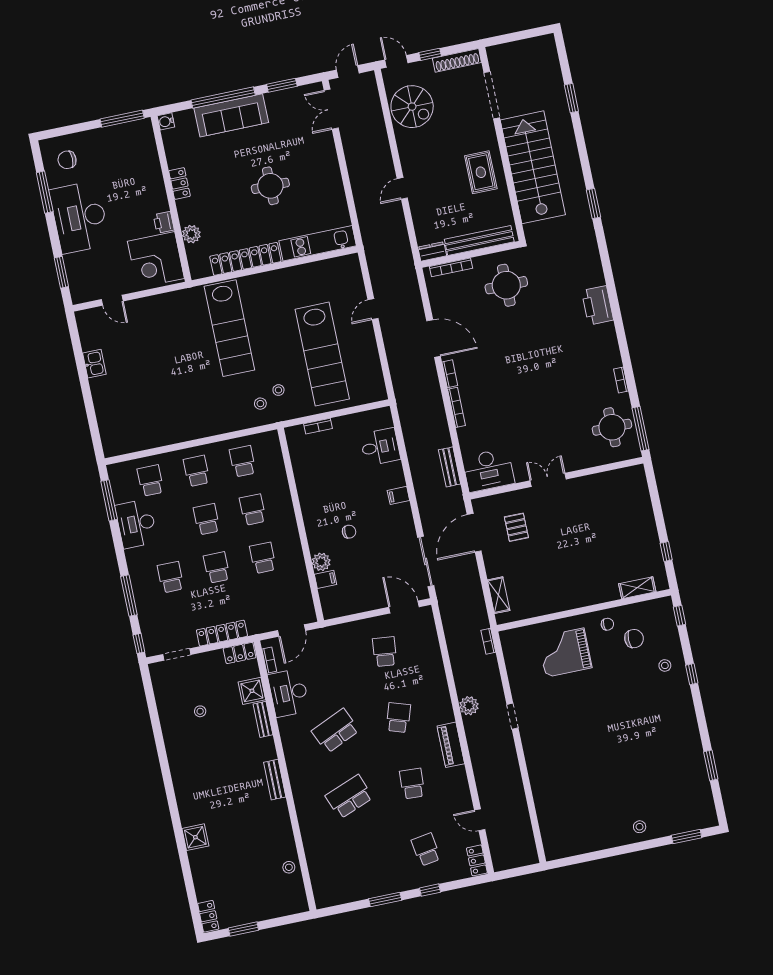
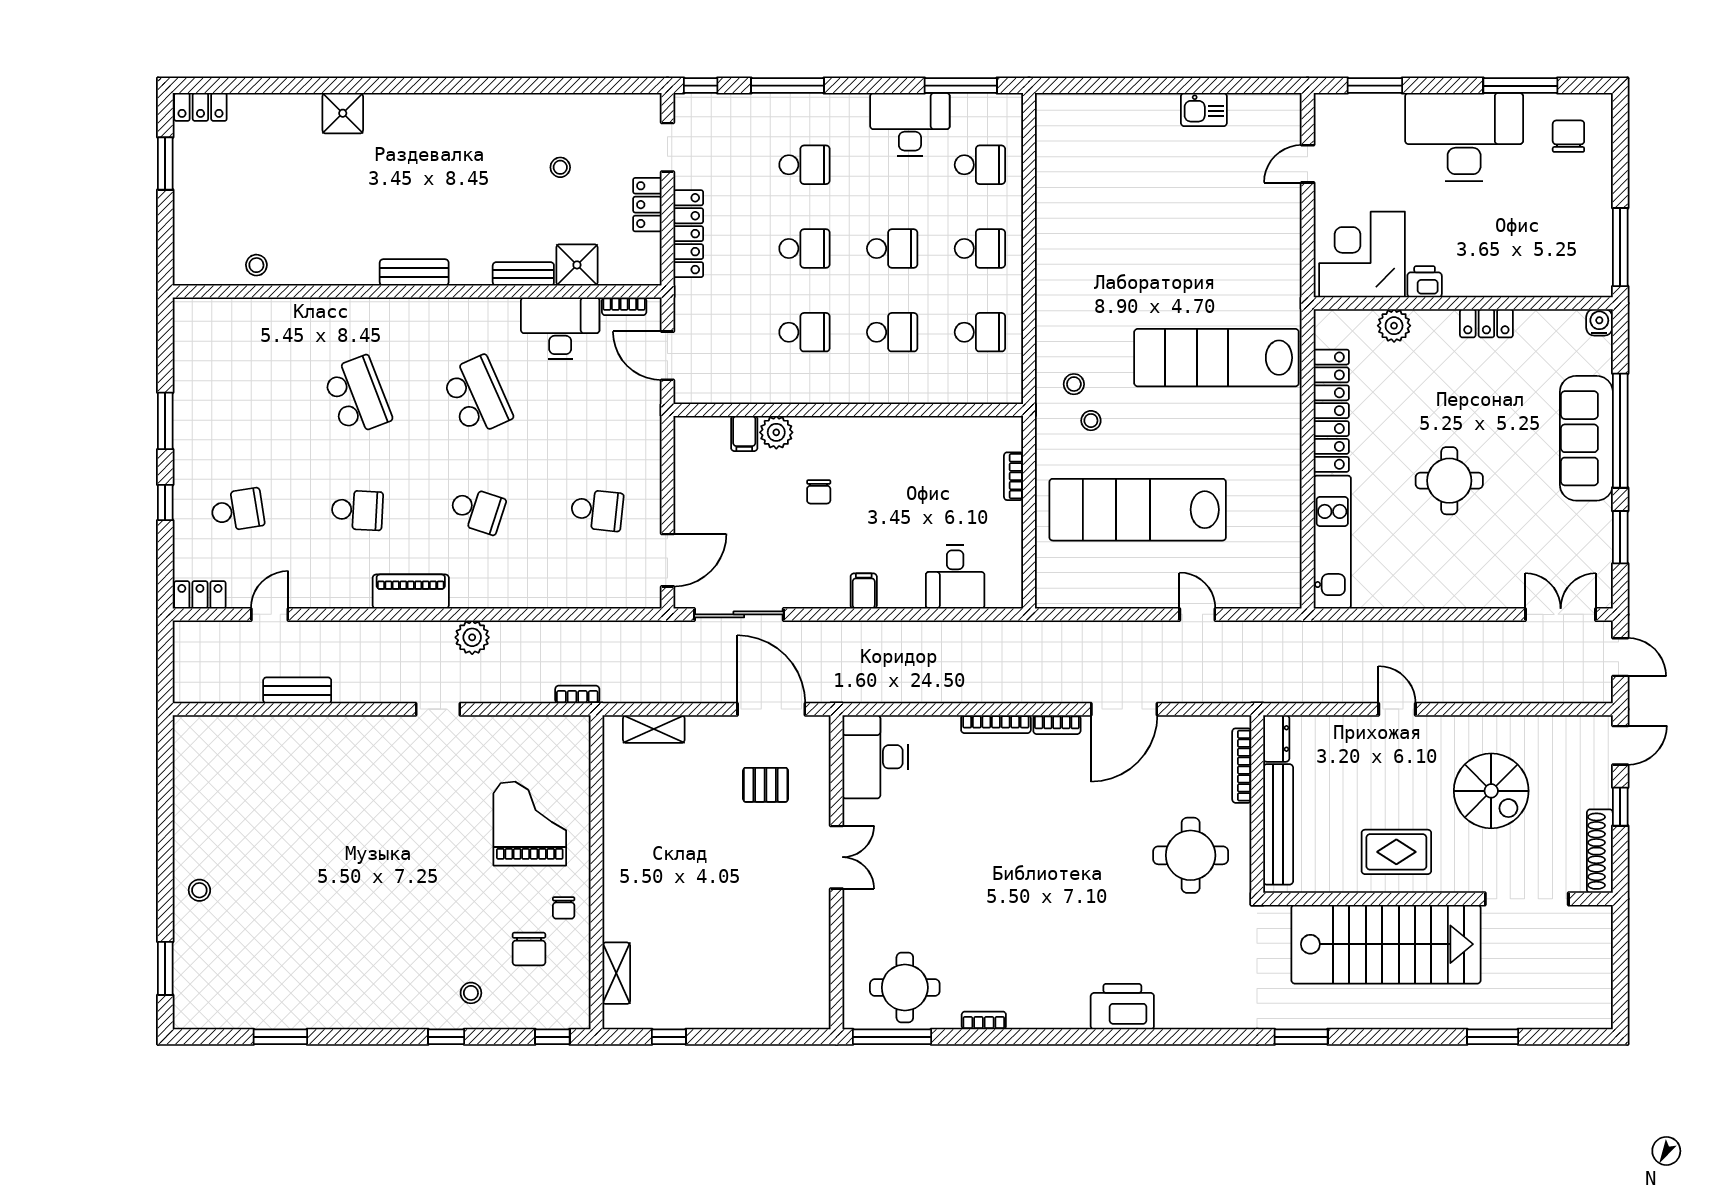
spiral stairs: (412, 107) -> (1491, 791), moved, turned -90
bench: (450, 467) -> (297, 690), moved
locker: (240, 653) -> (647, 205), moved

